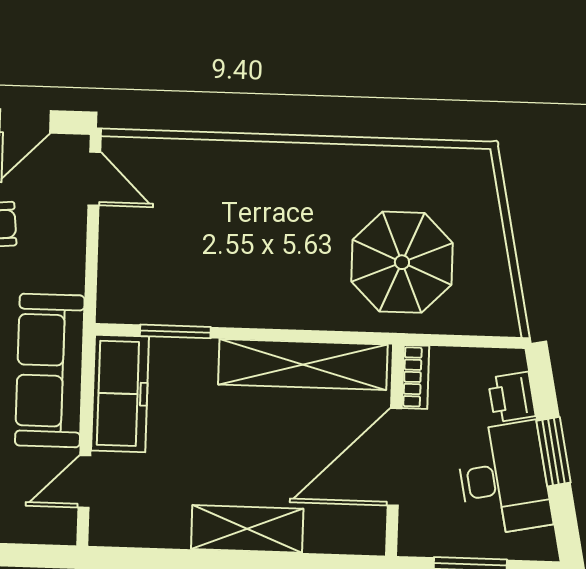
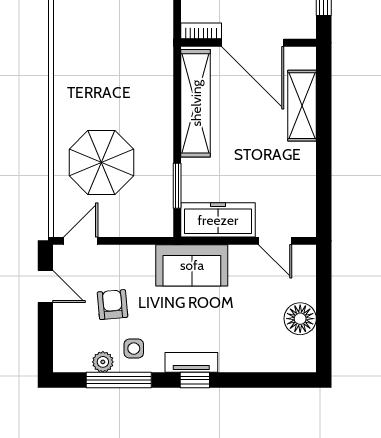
parasol: (402, 262) -> (101, 163), moved
sofa: (50, 371) -> (192, 265), width x0.73
shelving: (247, 529) -> (302, 106), moved

